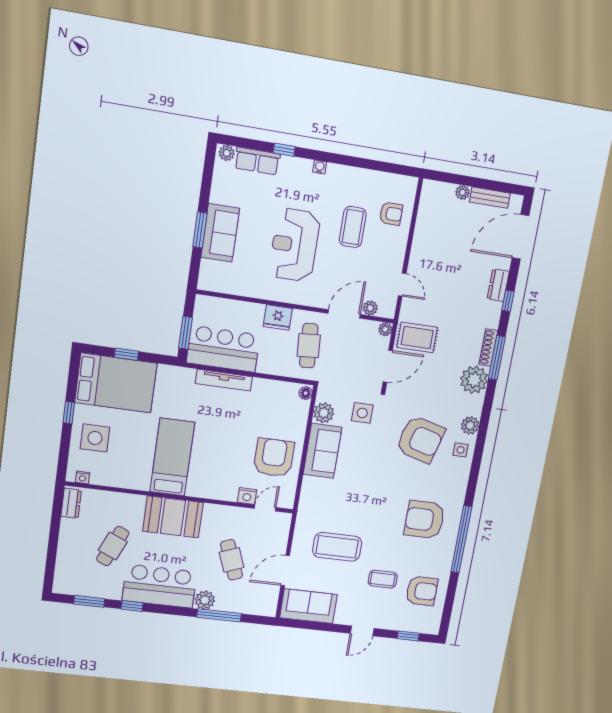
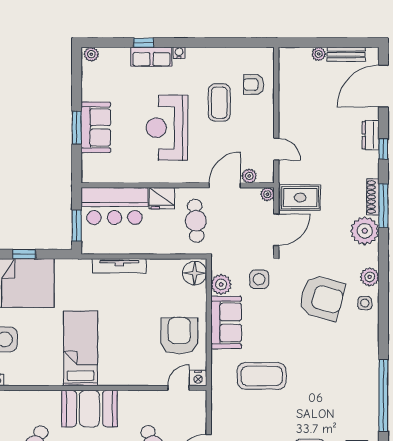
row of seats: (257, 161) -> (151, 57), moved
armchair: (391, 214) -> (254, 84), turned 180
bar counter: (223, 349) -> (114, 206), moved, turned 180
floor lamp: (306, 393) -> (195, 273), width x1.89, depth x1.89
nightstand: (247, 496) -> (198, 378), moved
armchair: (425, 520) -> (341, 380), removed
coffee table: (337, 547) -> (262, 376), moved

